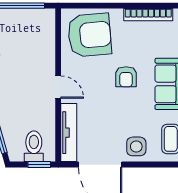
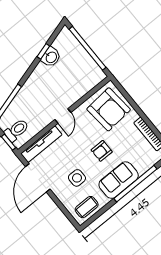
side table: (136, 146) -> (77, 178), moved

